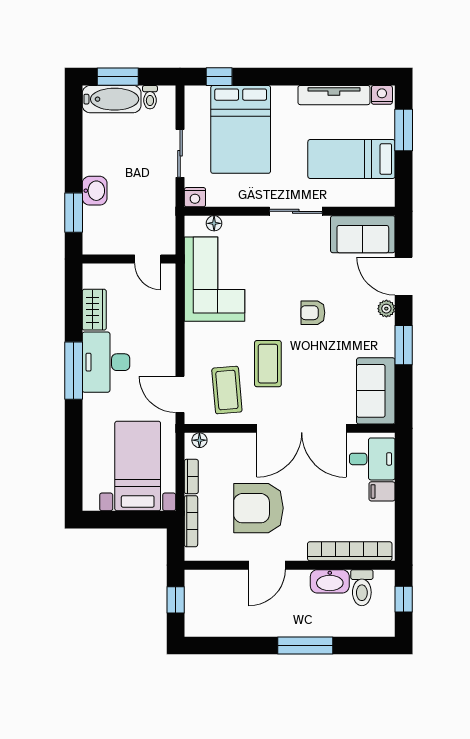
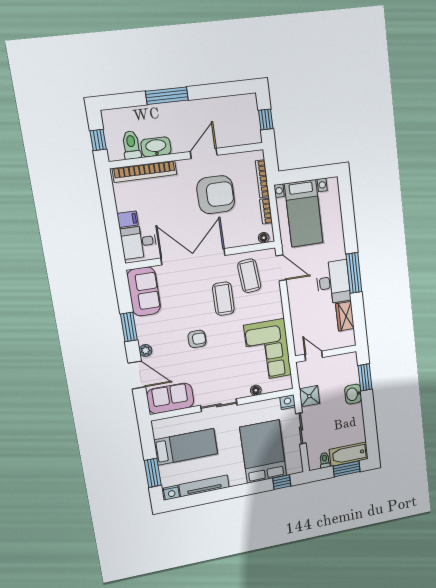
shower: (161, 200) -> (309, 396), added
floor lamp: (214, 223) -> (256, 390), moved

